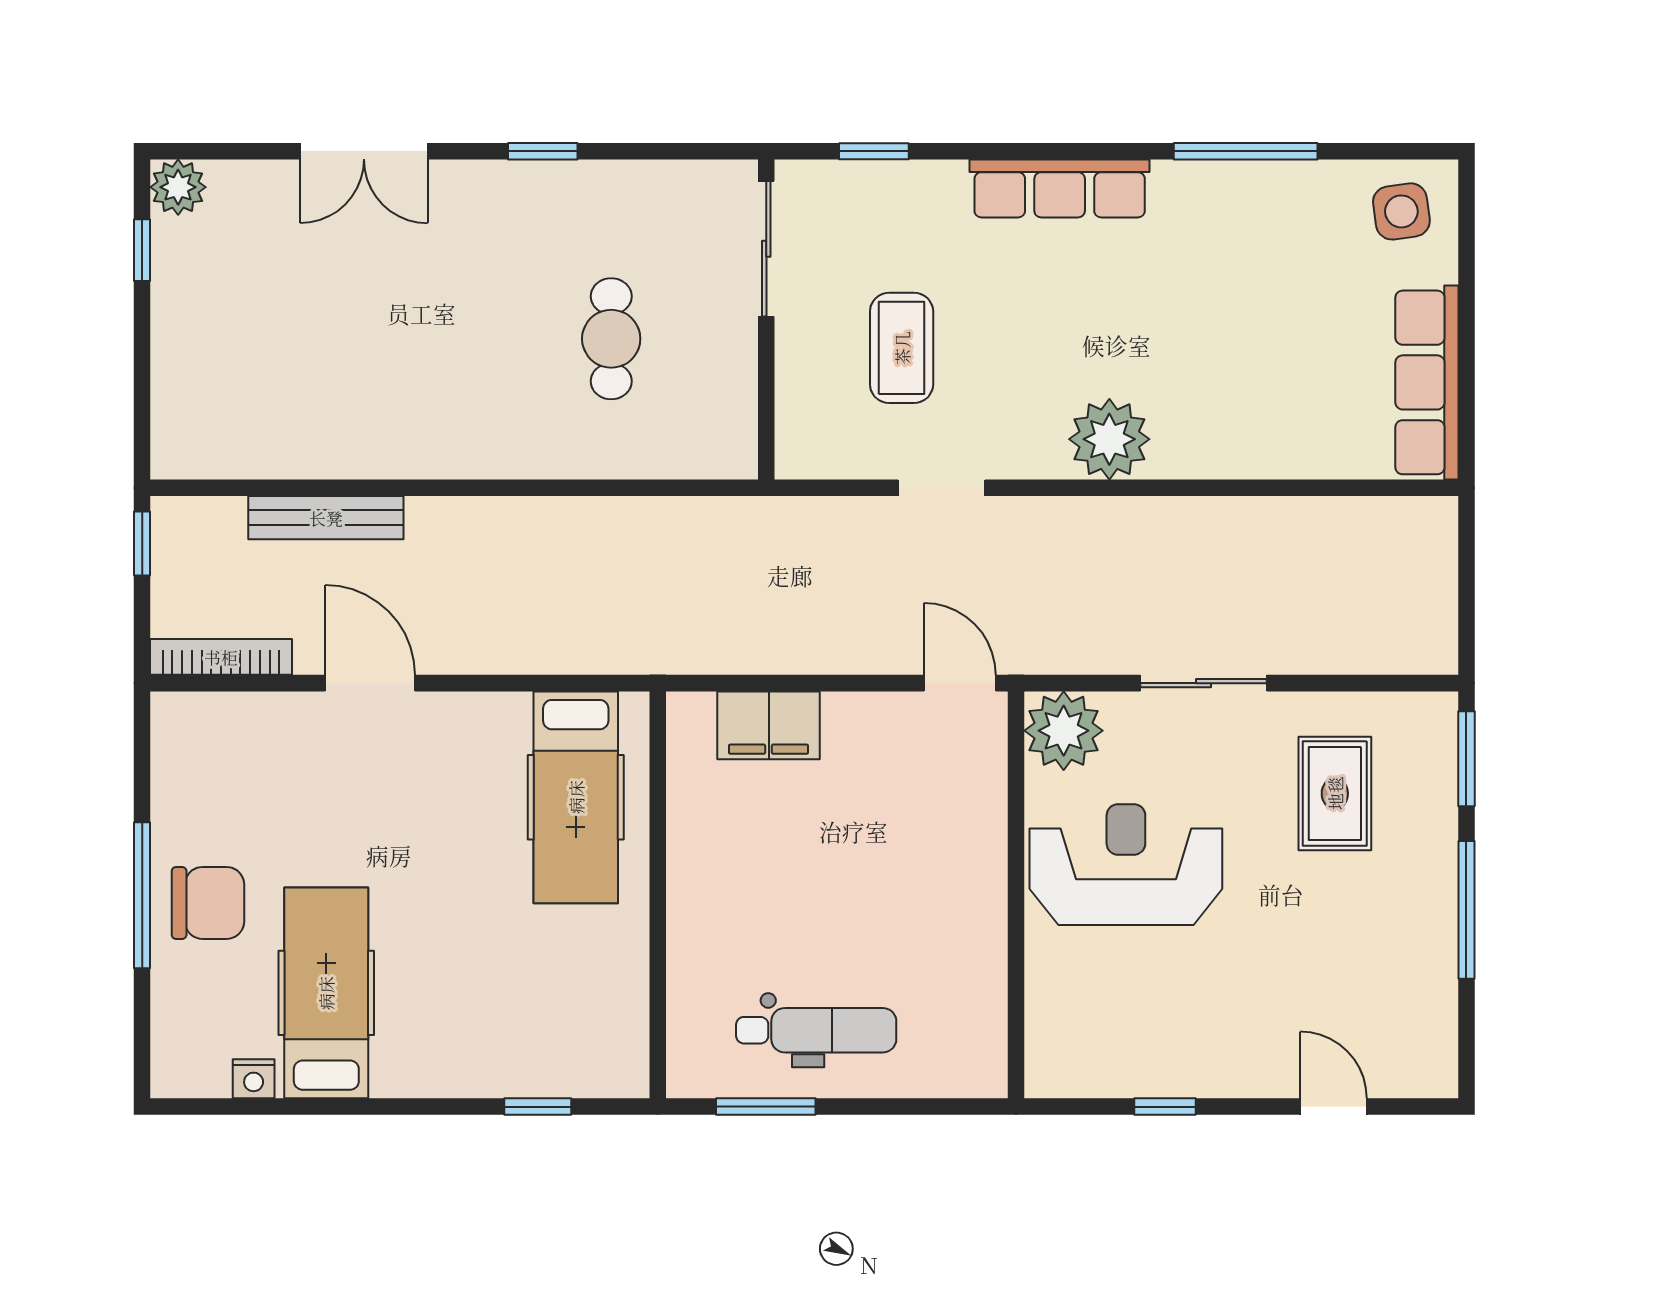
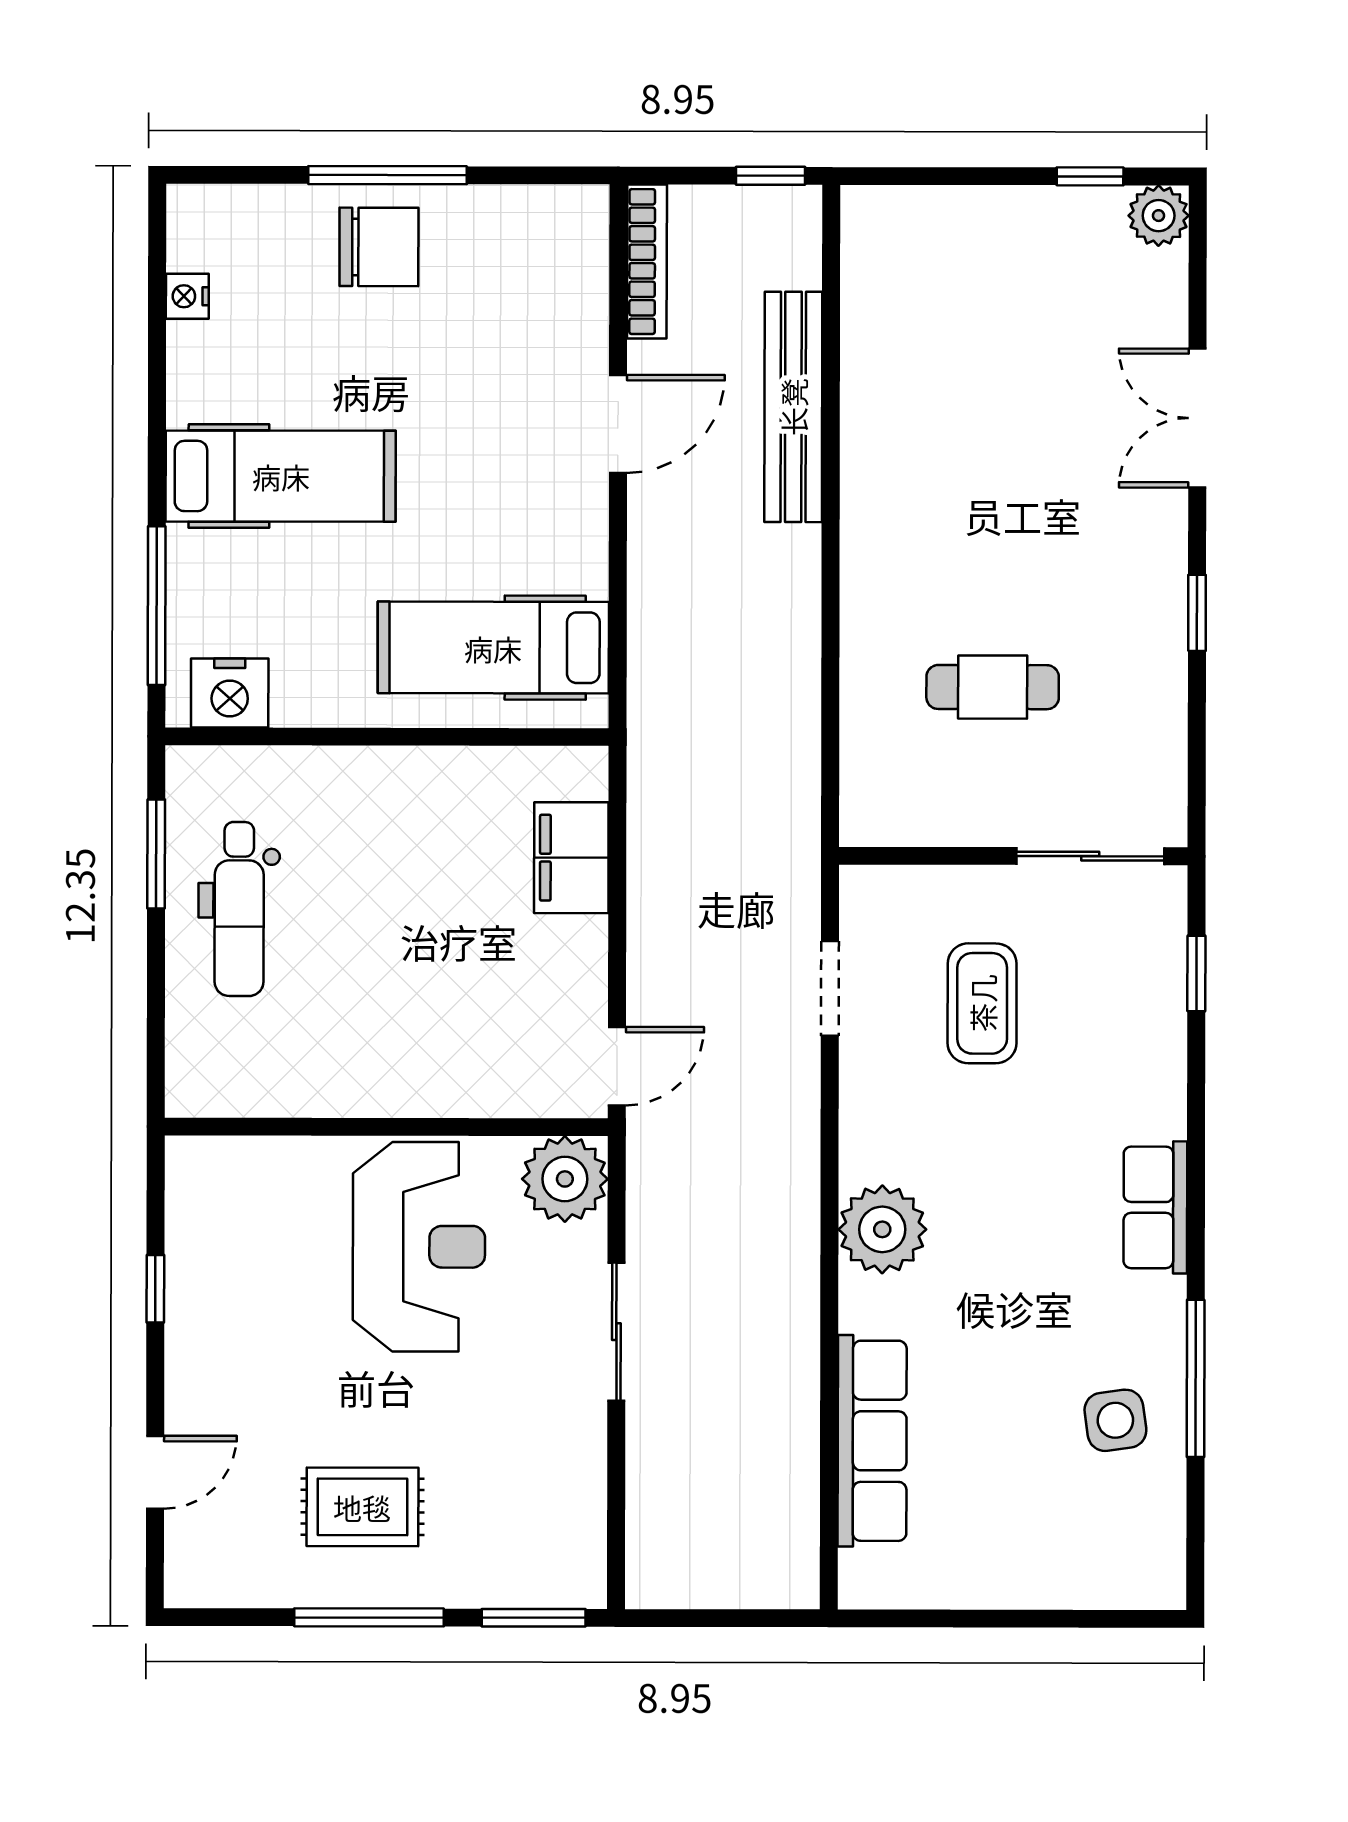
row of seats: (1060, 188) -> (1155, 1207), width x0.68
side table: (1401, 211) -> (1115, 1420), moved
coffee table: (902, 348) -> (982, 1003), turned 90
row of seats: (1427, 382) -> (872, 1441), moved, turned 90
doorway: (941, 488) -> (830, 989), moved
bench: (326, 518) -> (793, 407), width x1.37, depth x1.21
rug: (1335, 793) -> (362, 1507), moved
chair: (208, 903) -> (379, 247), turned -90
hospital bed: (326, 993) -> (281, 476), moved
nightstand: (618, 1039) -> (230, 693), added
window: (538, 1107) -> (157, 606), width x2.17

